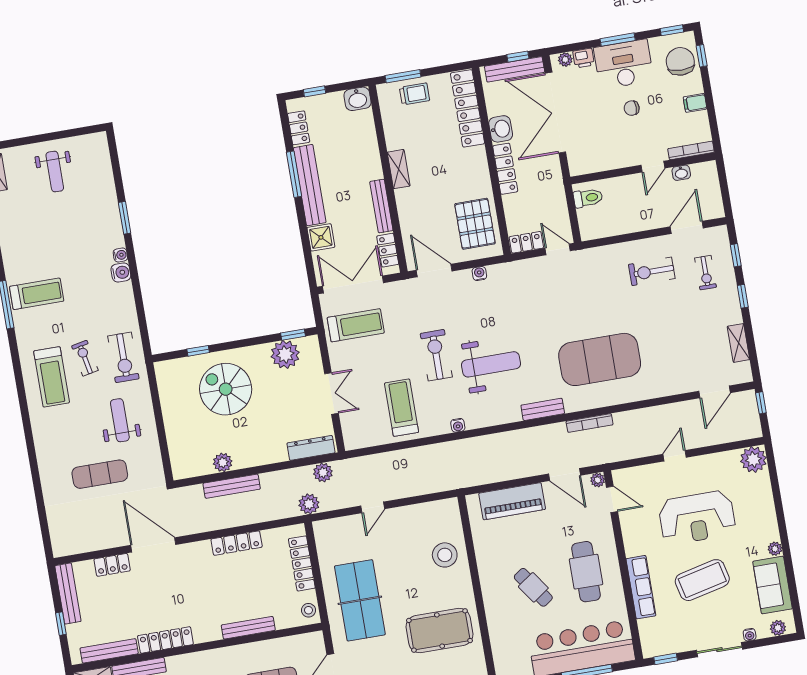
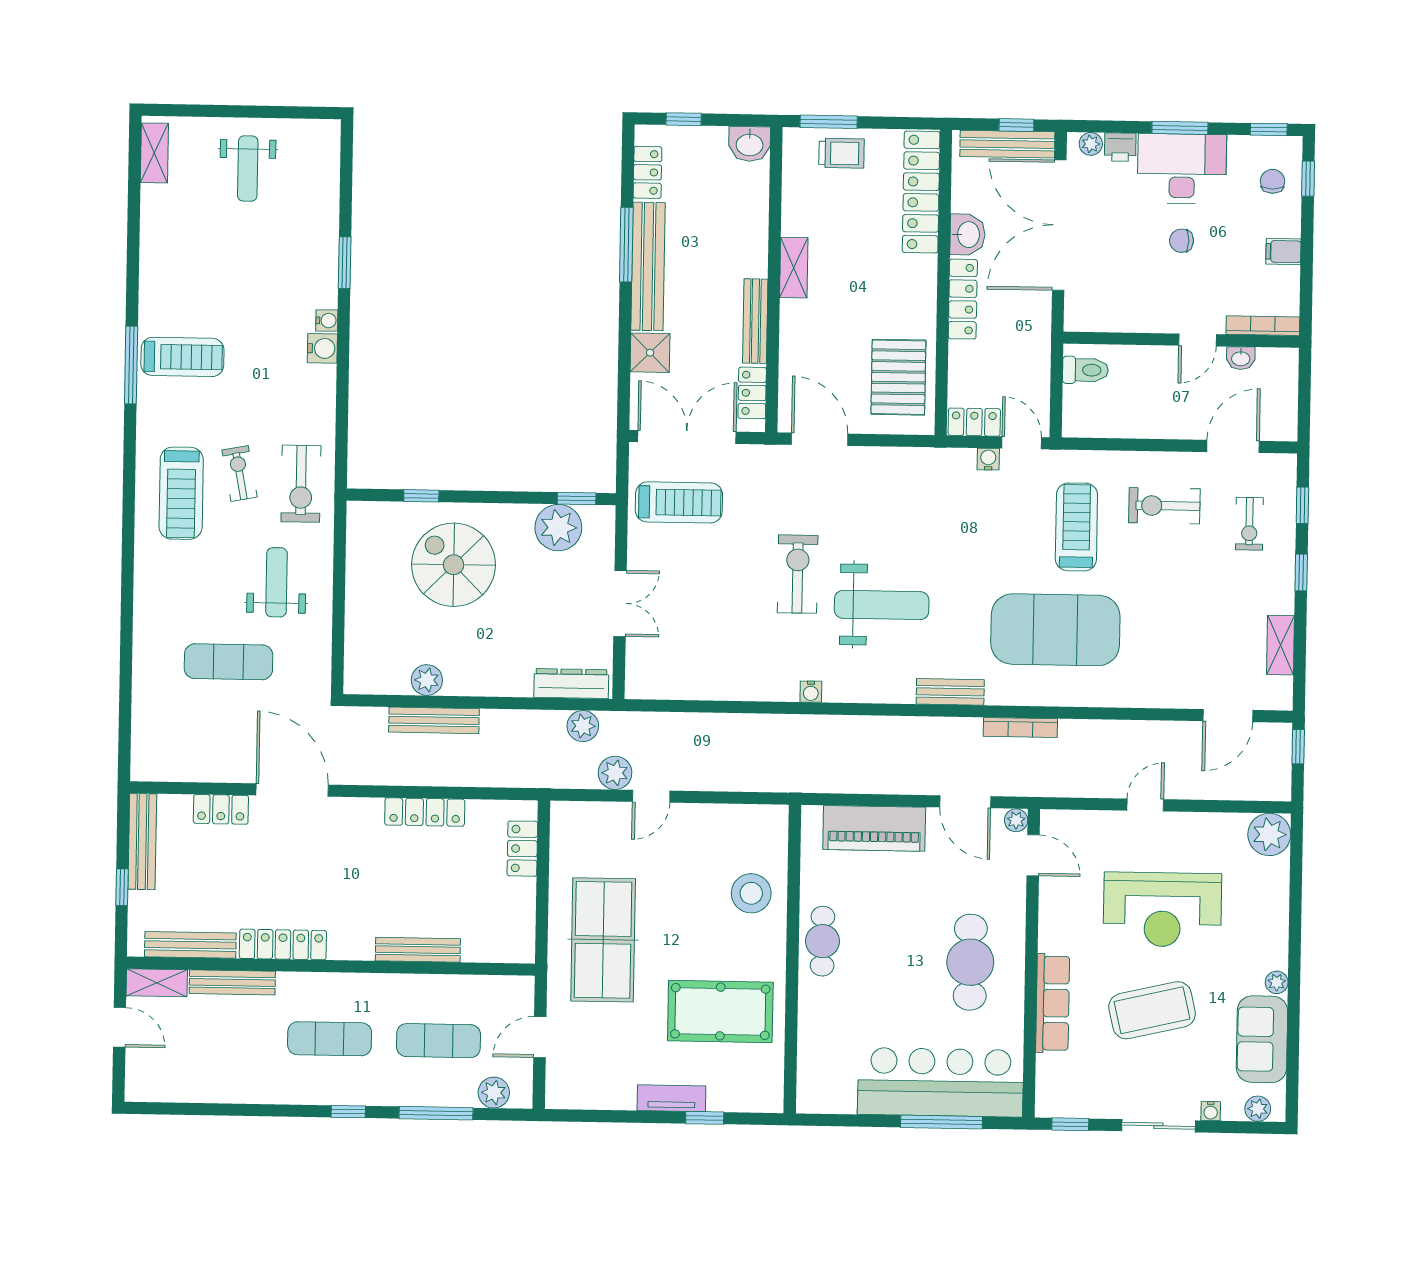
chair: (680, 61) -> (1273, 181), width x0.54, depth x0.54
water cooler: (479, 274) -> (988, 459), moved
treadmill: (402, 408) -> (1076, 527), moved
plant: (309, 504) -> (615, 773), moved
locker: (302, 563) -> (522, 849), width x0.66
cafe table: (533, 587) -> (822, 941), moved, turned 35
stool: (308, 610) -> (519, 940), removed

